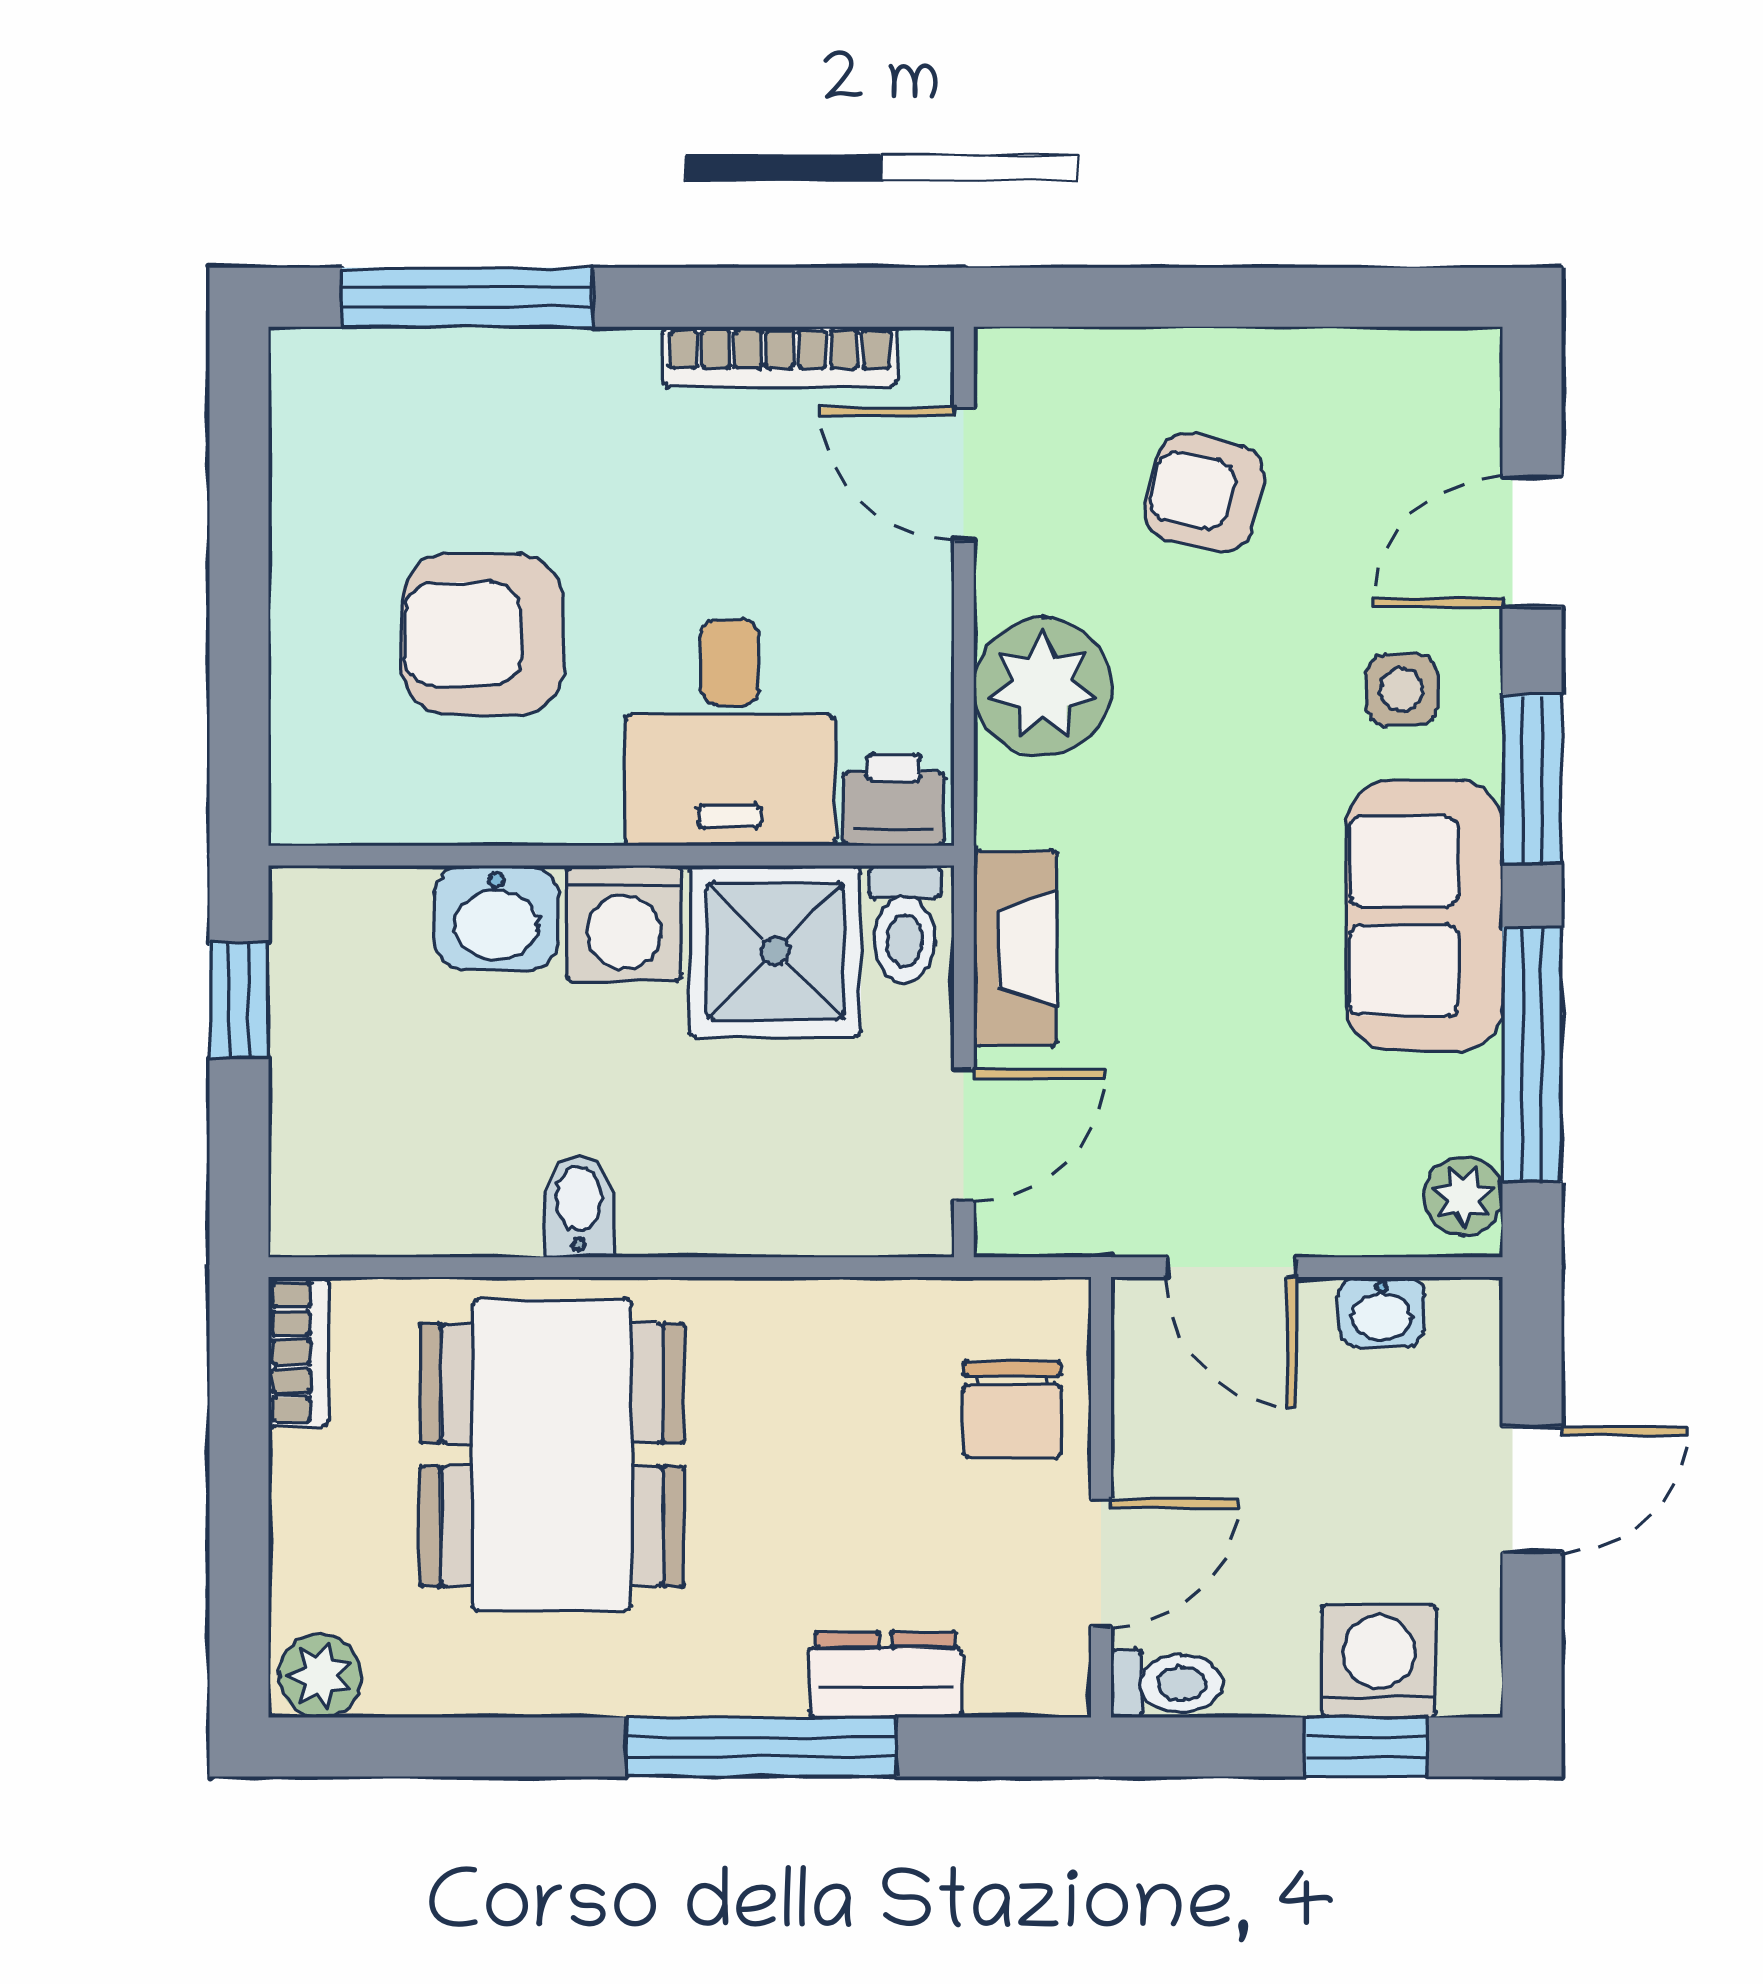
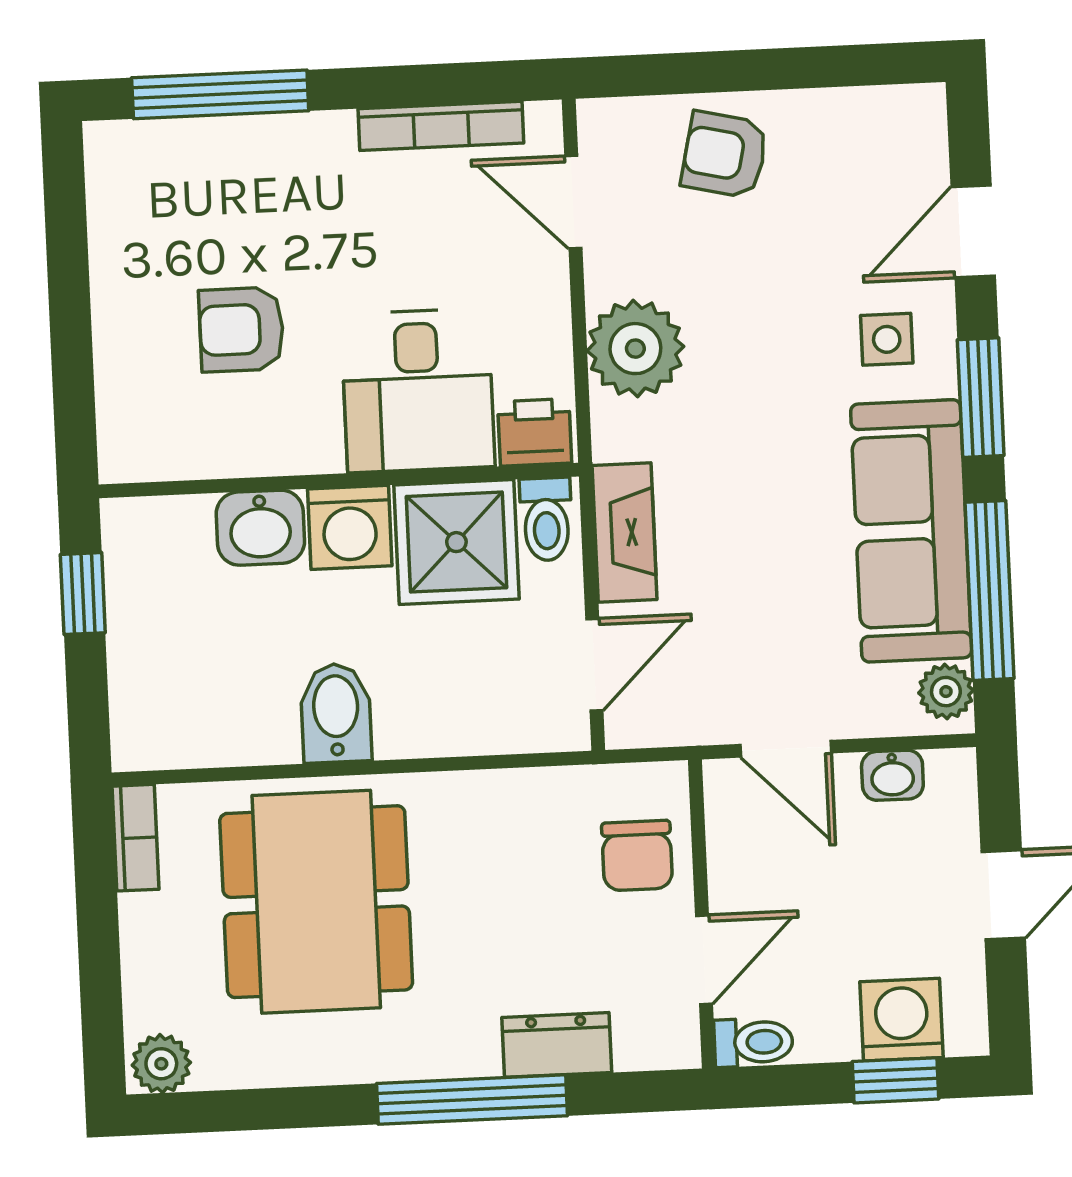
armchair: (1205, 493) -> (725, 155), moved
armchair: (482, 634) -> (241, 329), width x0.72, depth x0.72
sofa: (1424, 916) -> (911, 531), width x1.36
bidet: (579, 1206) -> (336, 713), width x1.38, depth x1.36

